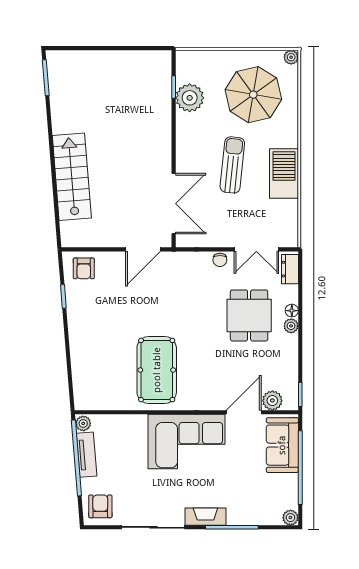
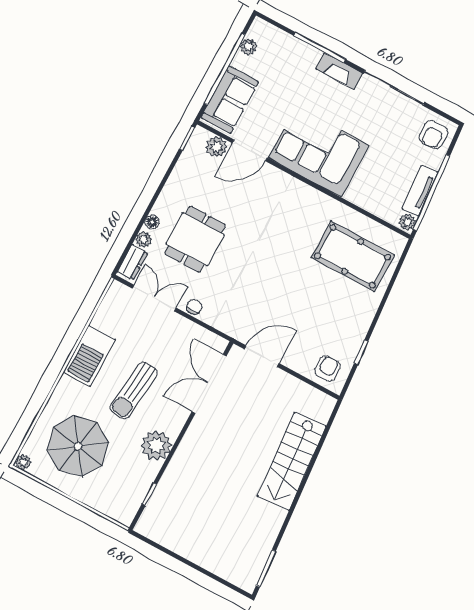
plant: (190, 98) -> (156, 445), moved
plant: (291, 326) -> (144, 239), moved
pool table: (157, 370) -> (353, 256), moved, turned 90
plant: (290, 518) -> (248, 47), moved

